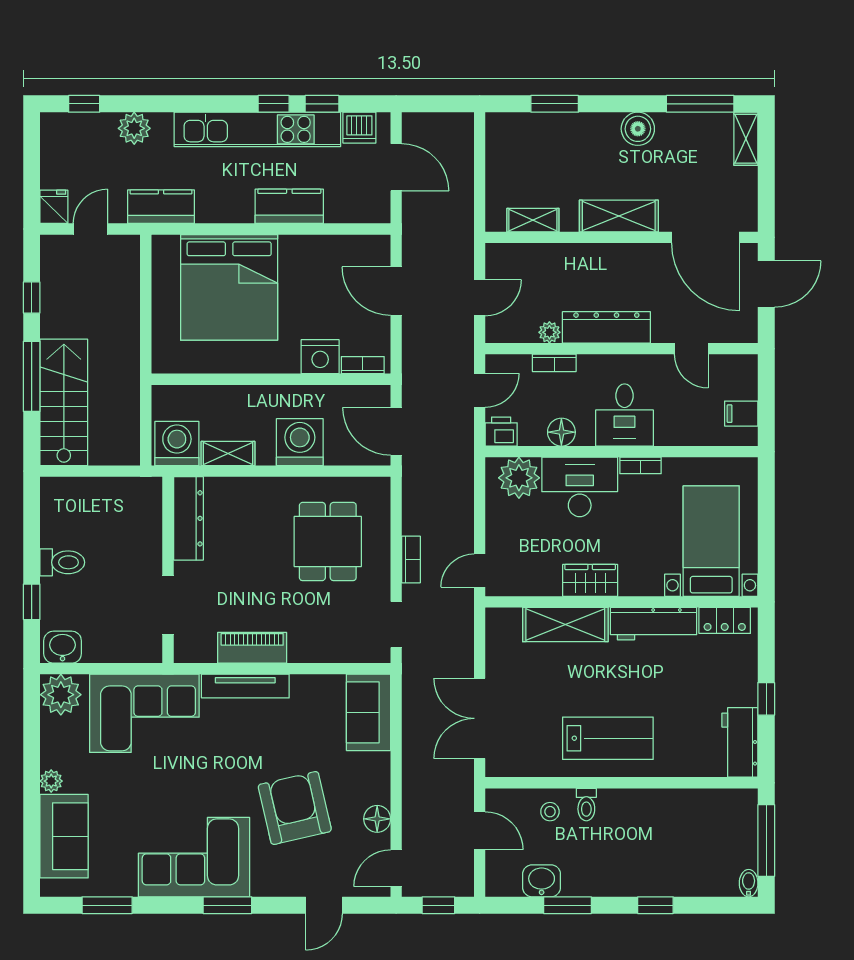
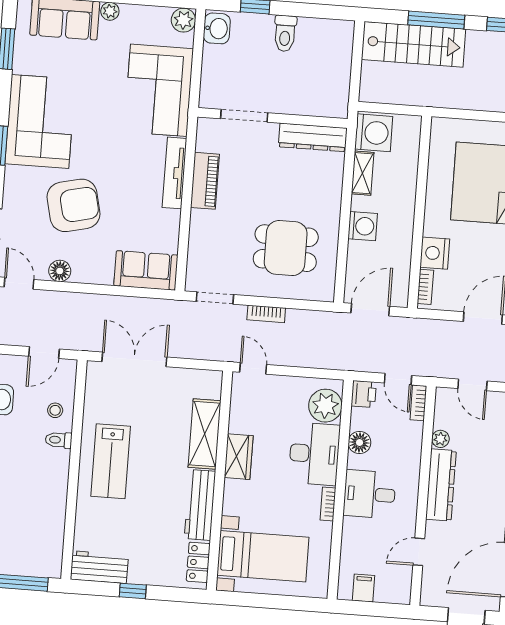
bookcase: (554, 363) -> (418, 403), moved
washing machine: (300, 442) -> (363, 226), width x0.73, depth x0.73
plant: (61, 695) -> (183, 20), width x0.73, depth x0.73

